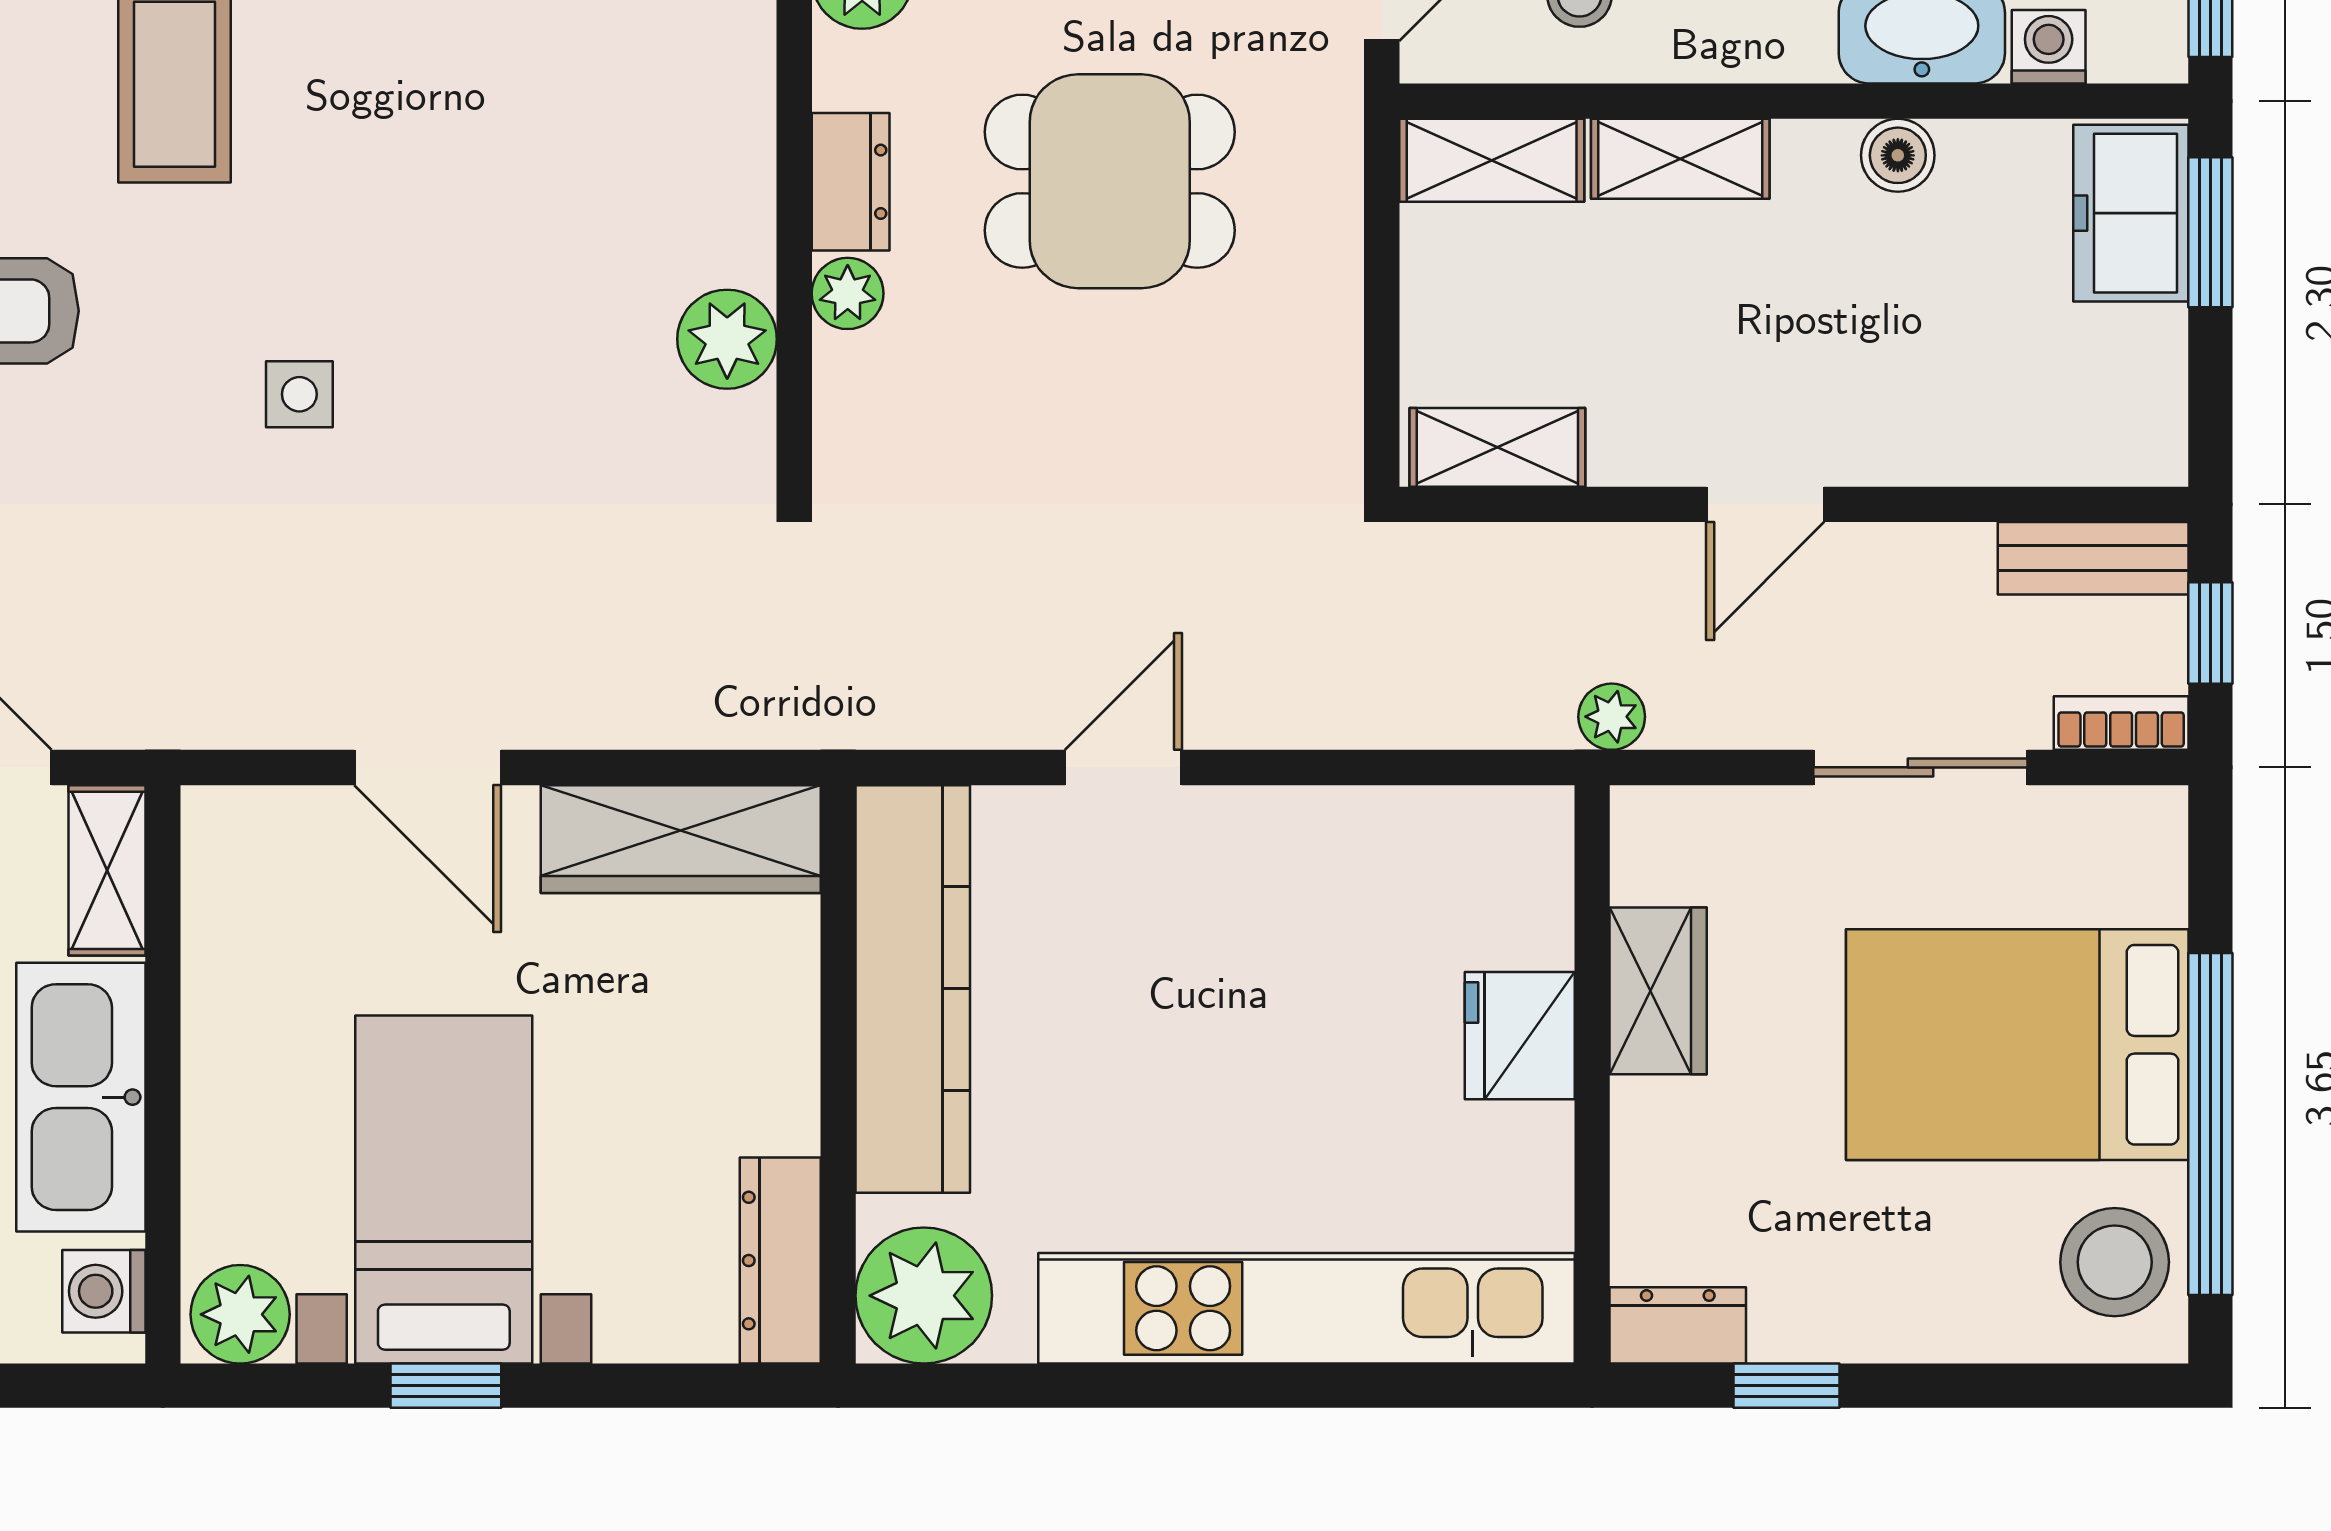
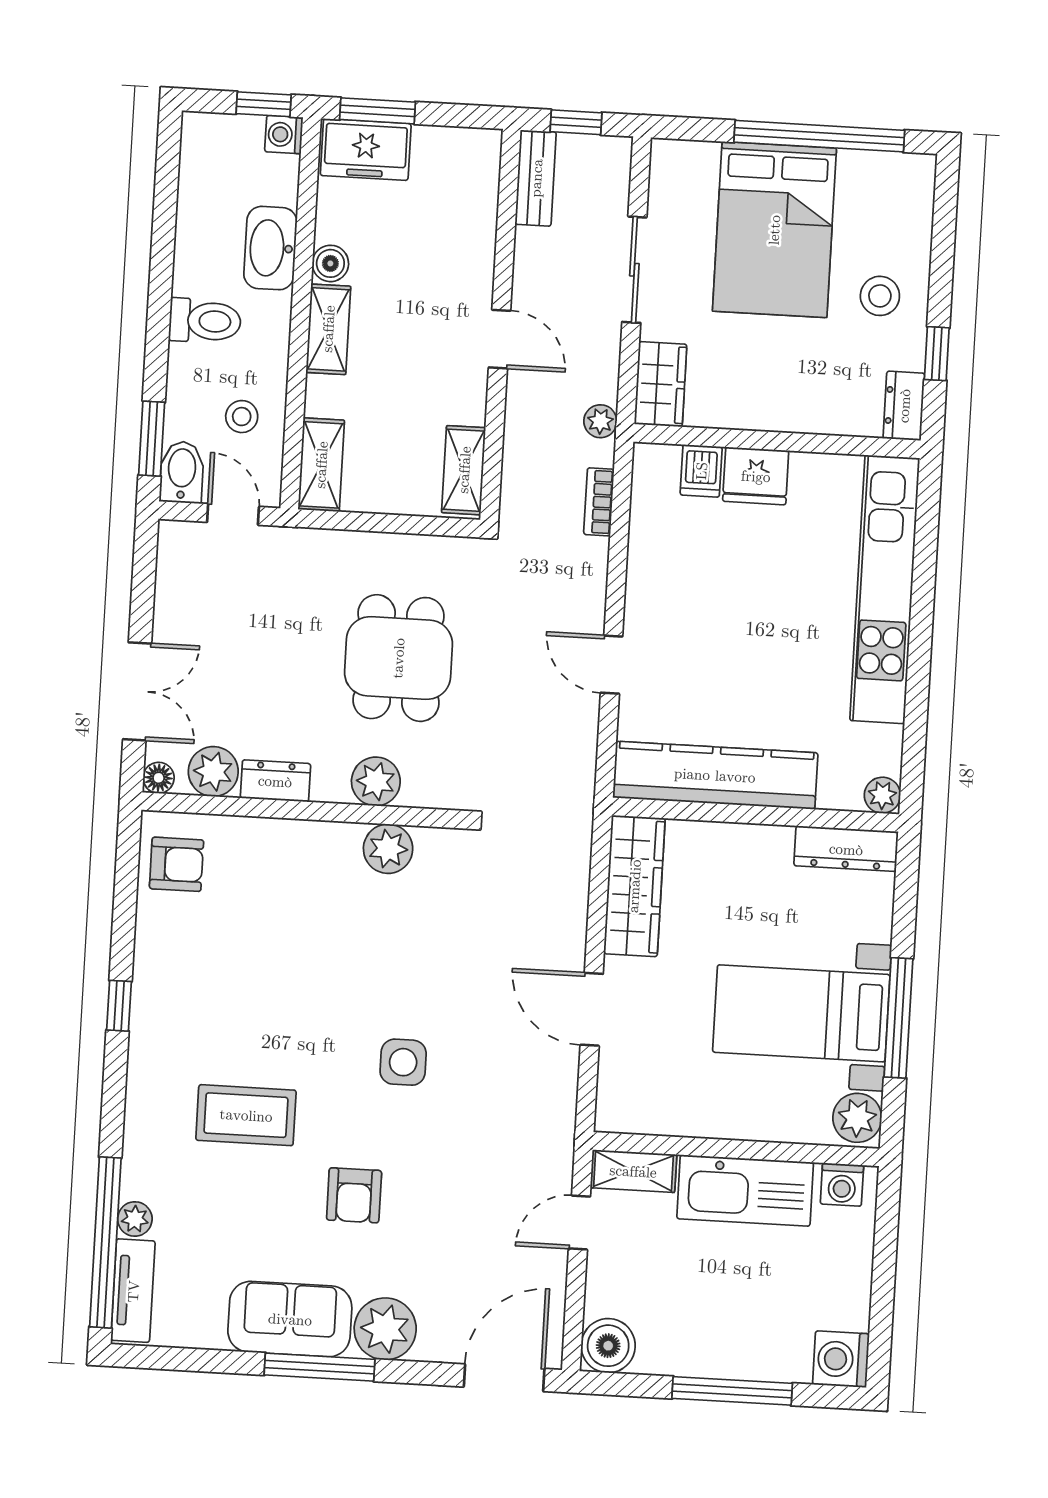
washing machine: (2049, 47) -> (284, 135), moved
shelving: (1680, 159) -> (328, 329), moved
dining table: (1110, 181) -> (398, 658), moved
dresser: (851, 182) -> (275, 781), moved
plant: (848, 293) -> (376, 781), width x1.38, depth x1.38
side table: (299, 394) -> (403, 1062), width x1.37, depth x1.37
bookcase: (2121, 723) -> (599, 502), moved
door: (428, 767) -> (592, 1009), swing flipped
dishwasher: (1524, 925) -> (701, 471), added
wardrobe: (1658, 991) -> (661, 384), moved, turned 90
stool: (2115, 1262) -> (880, 296), moved, width x0.73, depth x0.73
plant: (924, 1296) -> (882, 795), width x0.53, depth x0.53
window: (446, 1386) -> (898, 1018), width x2.17

